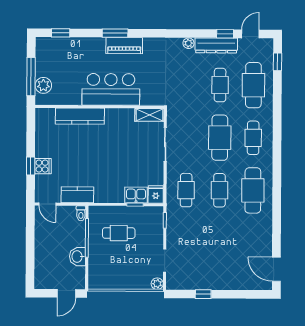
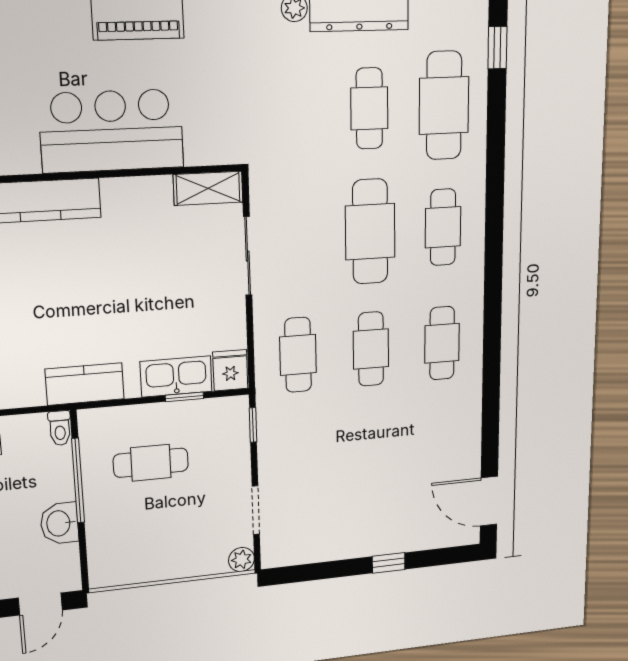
cafe table: (253, 190) -> (442, 343), width x0.73, depth x0.74
kitchen counter: (77, 195) -> (85, 384), moved
kitchen sink: (136, 195) -> (176, 377), width x1.38
window: (203, 294) -> (389, 563), moved

